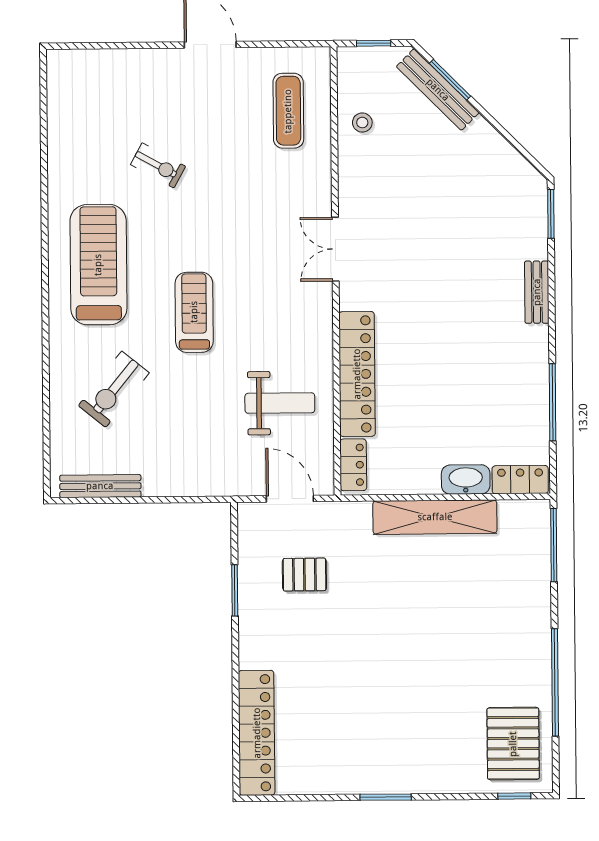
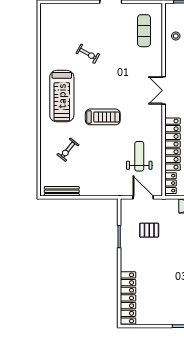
treadmill: (98, 265) -> (62, 96), turned 180
treadmill: (194, 312) -> (103, 117), turned 90
exercise bike: (114, 389) -> (68, 150), width x0.73, depth x0.72
weight bench: (280, 403) -> (139, 156), turned -90

